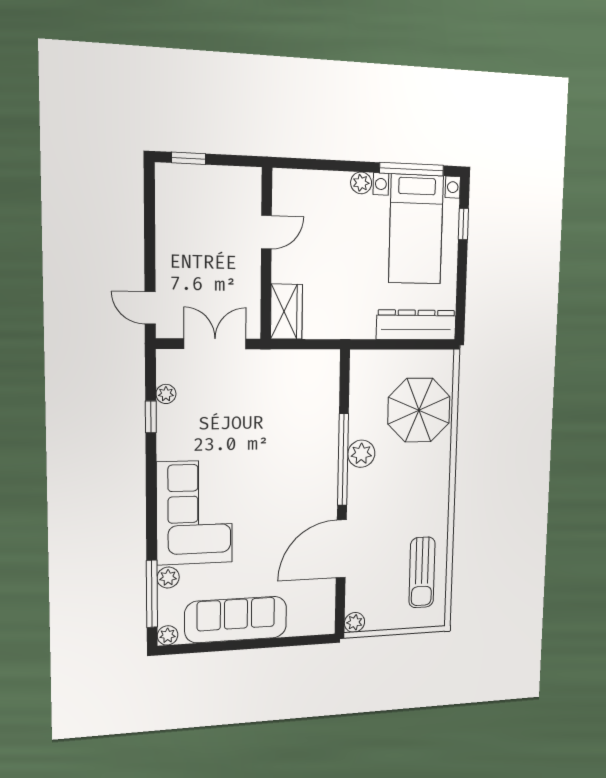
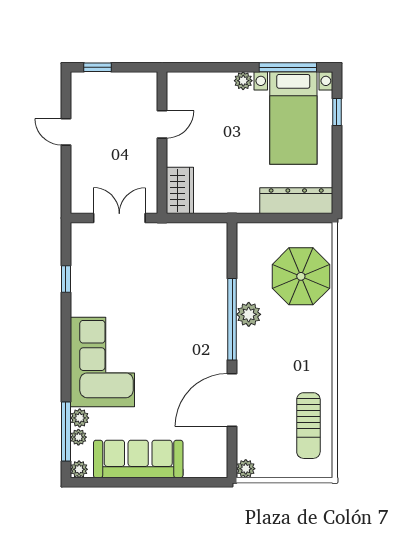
door: (150, 308) -> (66, 132), moved
plant: (166, 394) -> (78, 437), moved

